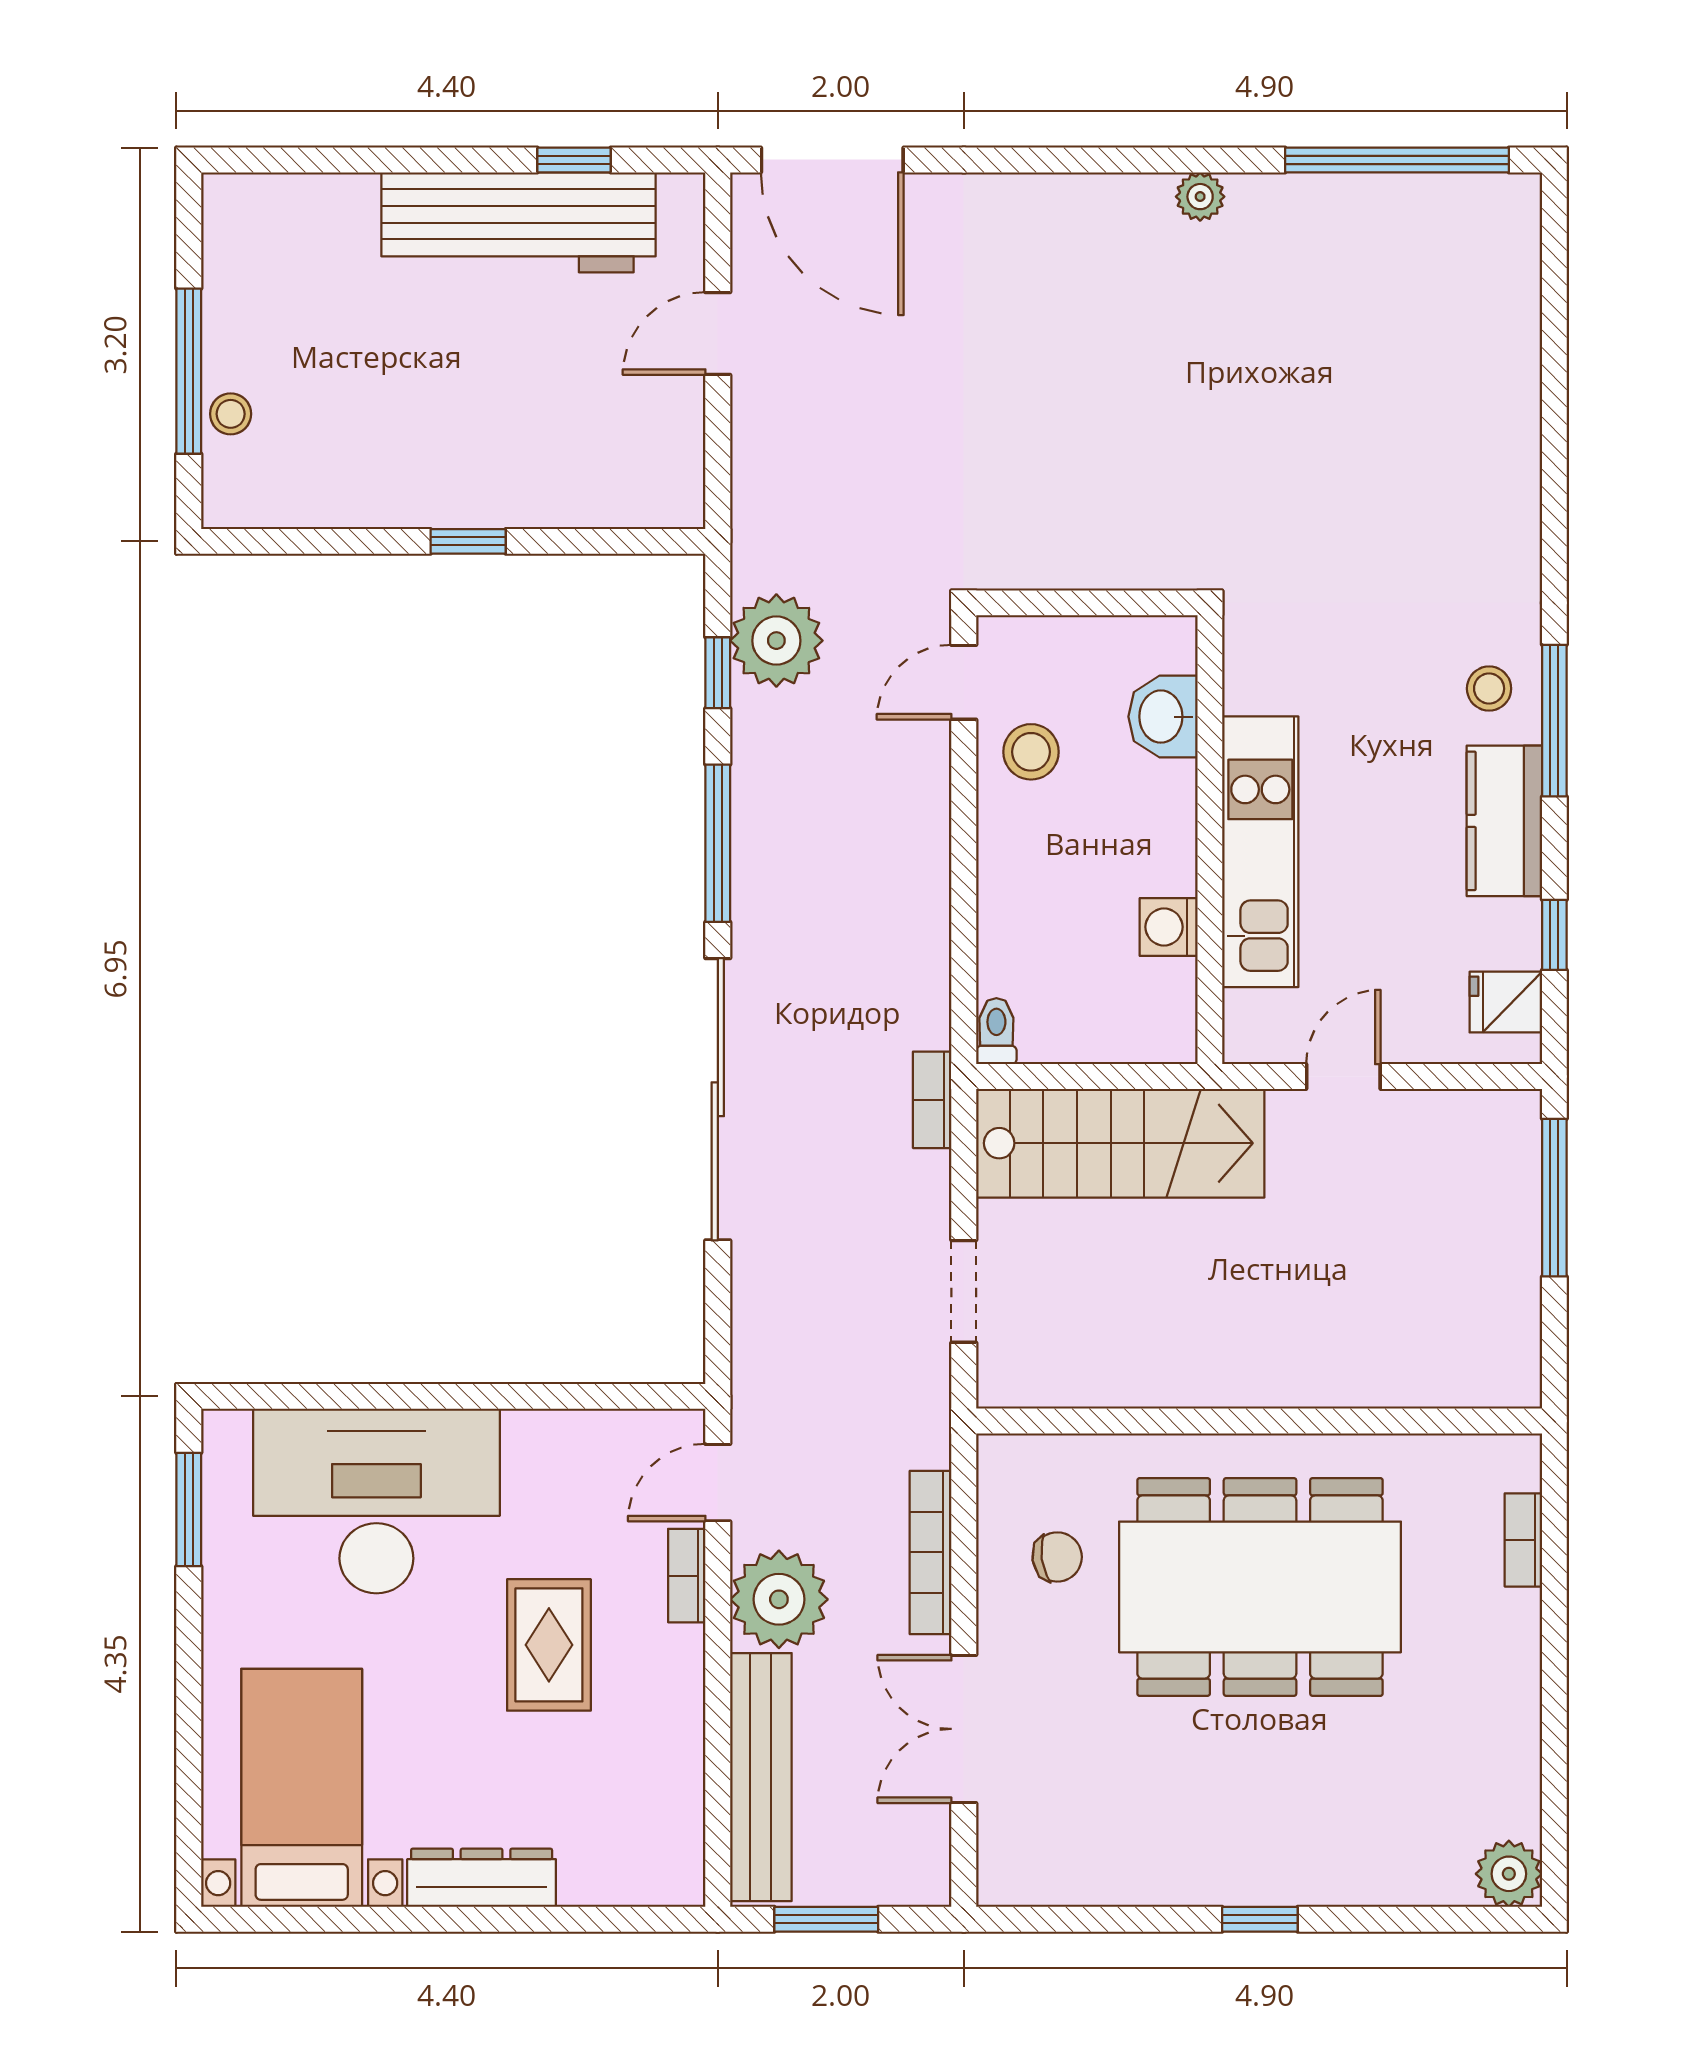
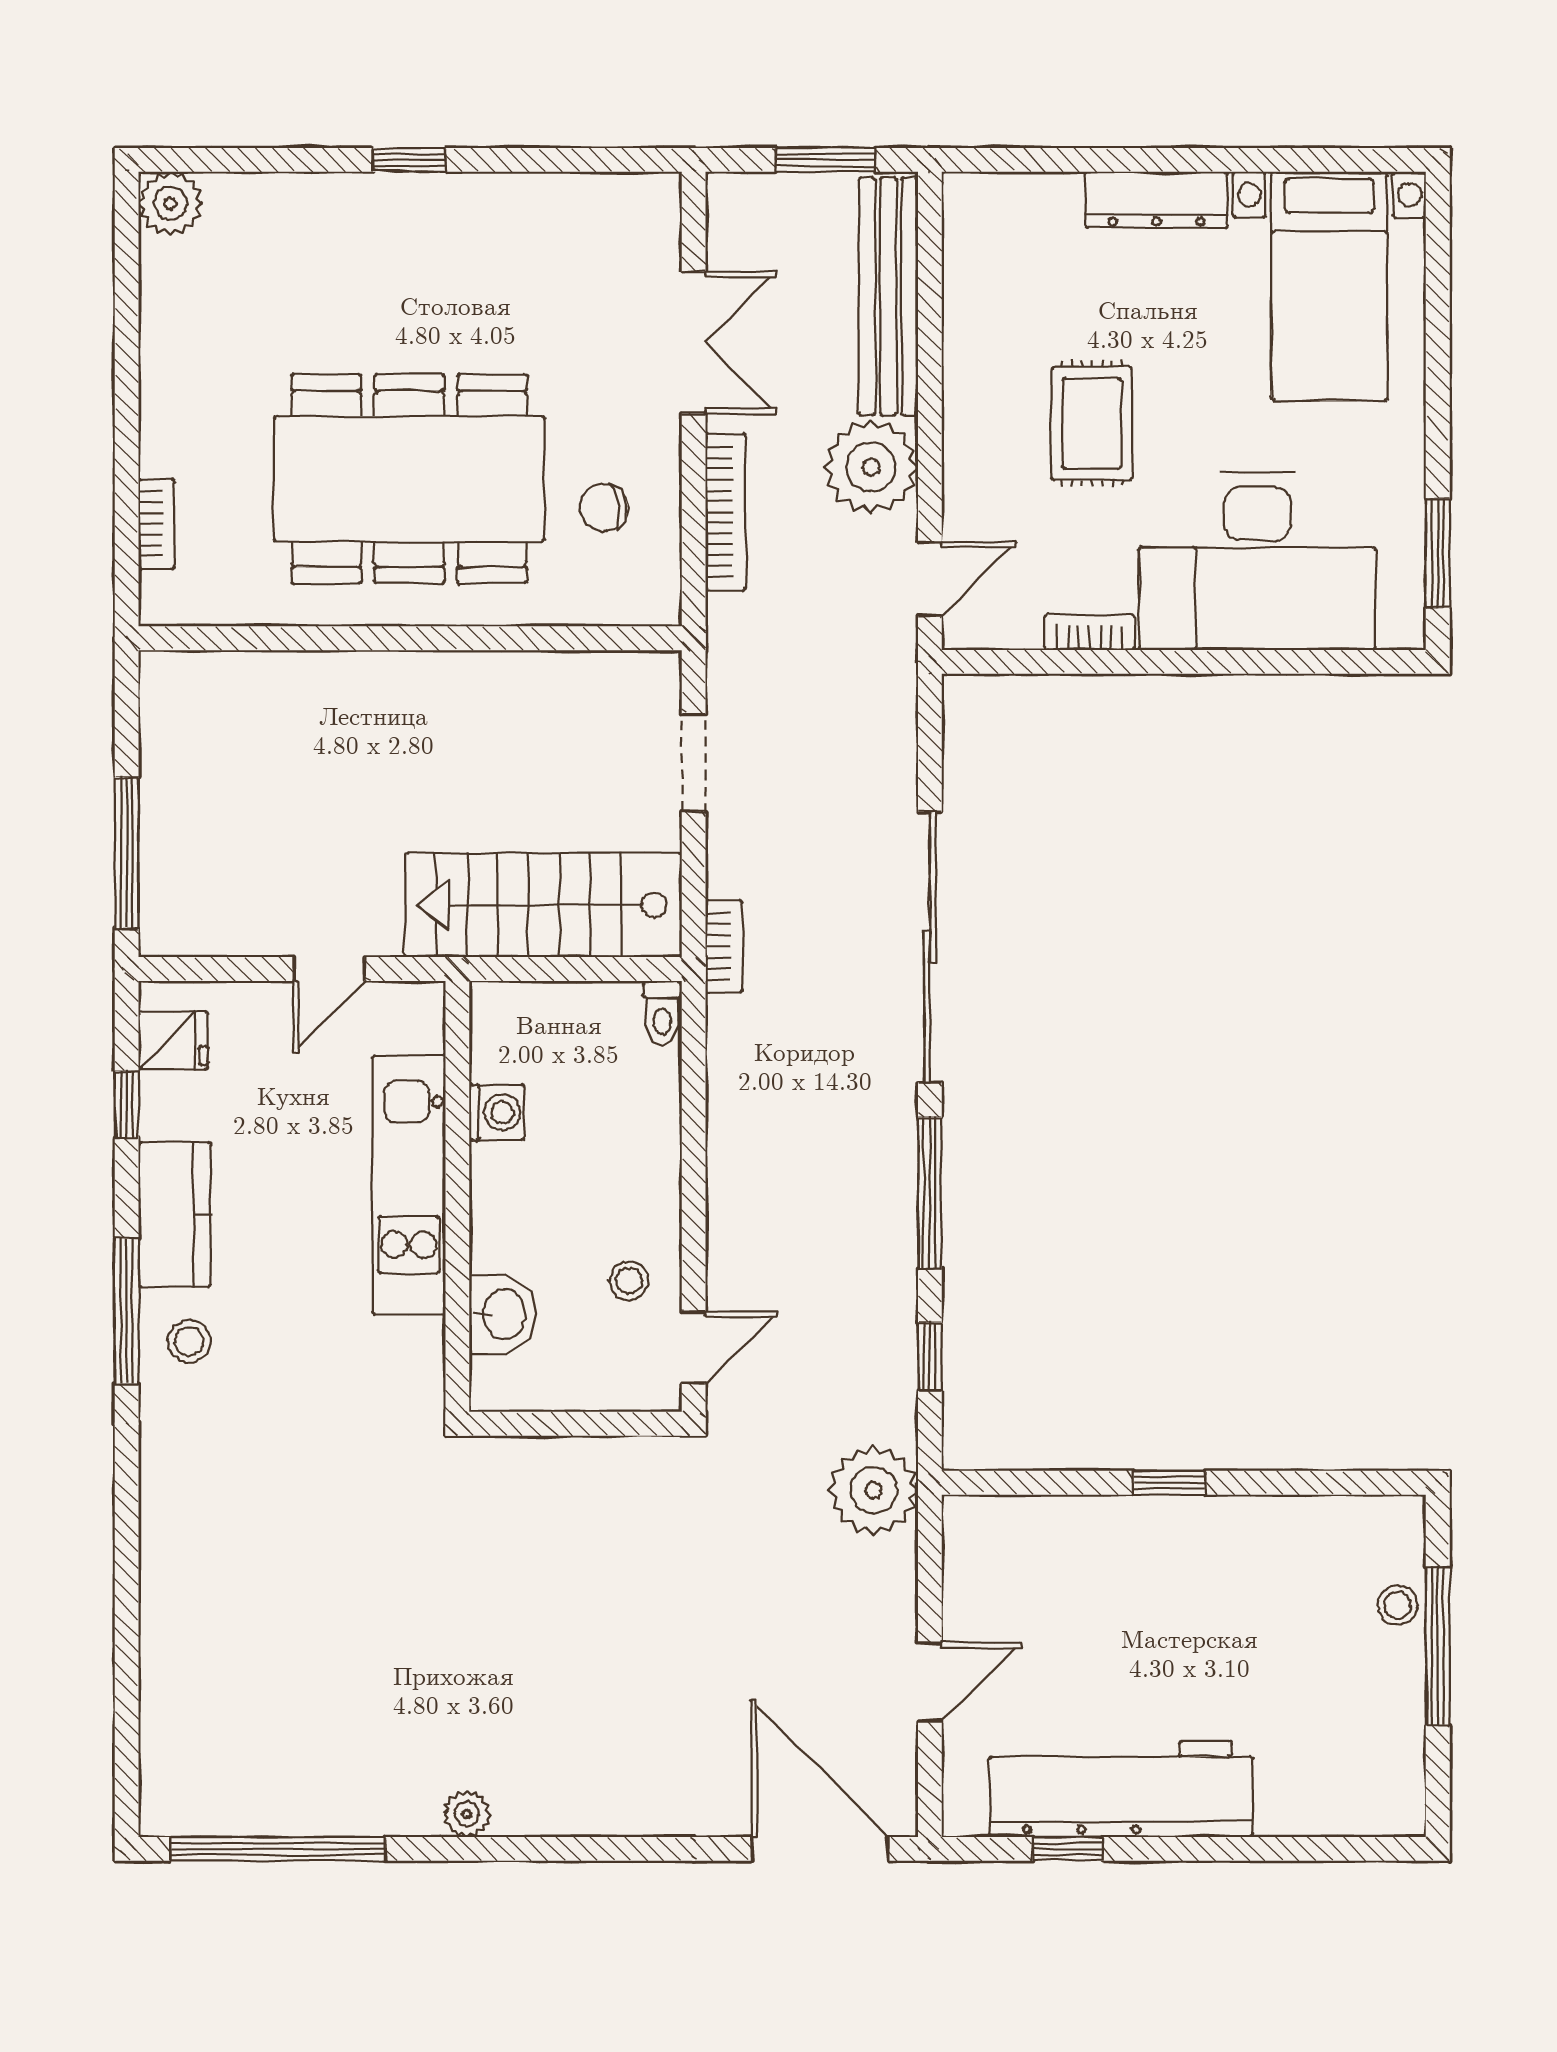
plant: (776, 641) -> (874, 1490), moved
stool: (1031, 752) -> (629, 1281), width x0.73, depth x0.73
bookcase: (687, 1576) -> (1090, 632), moved, turned -90

